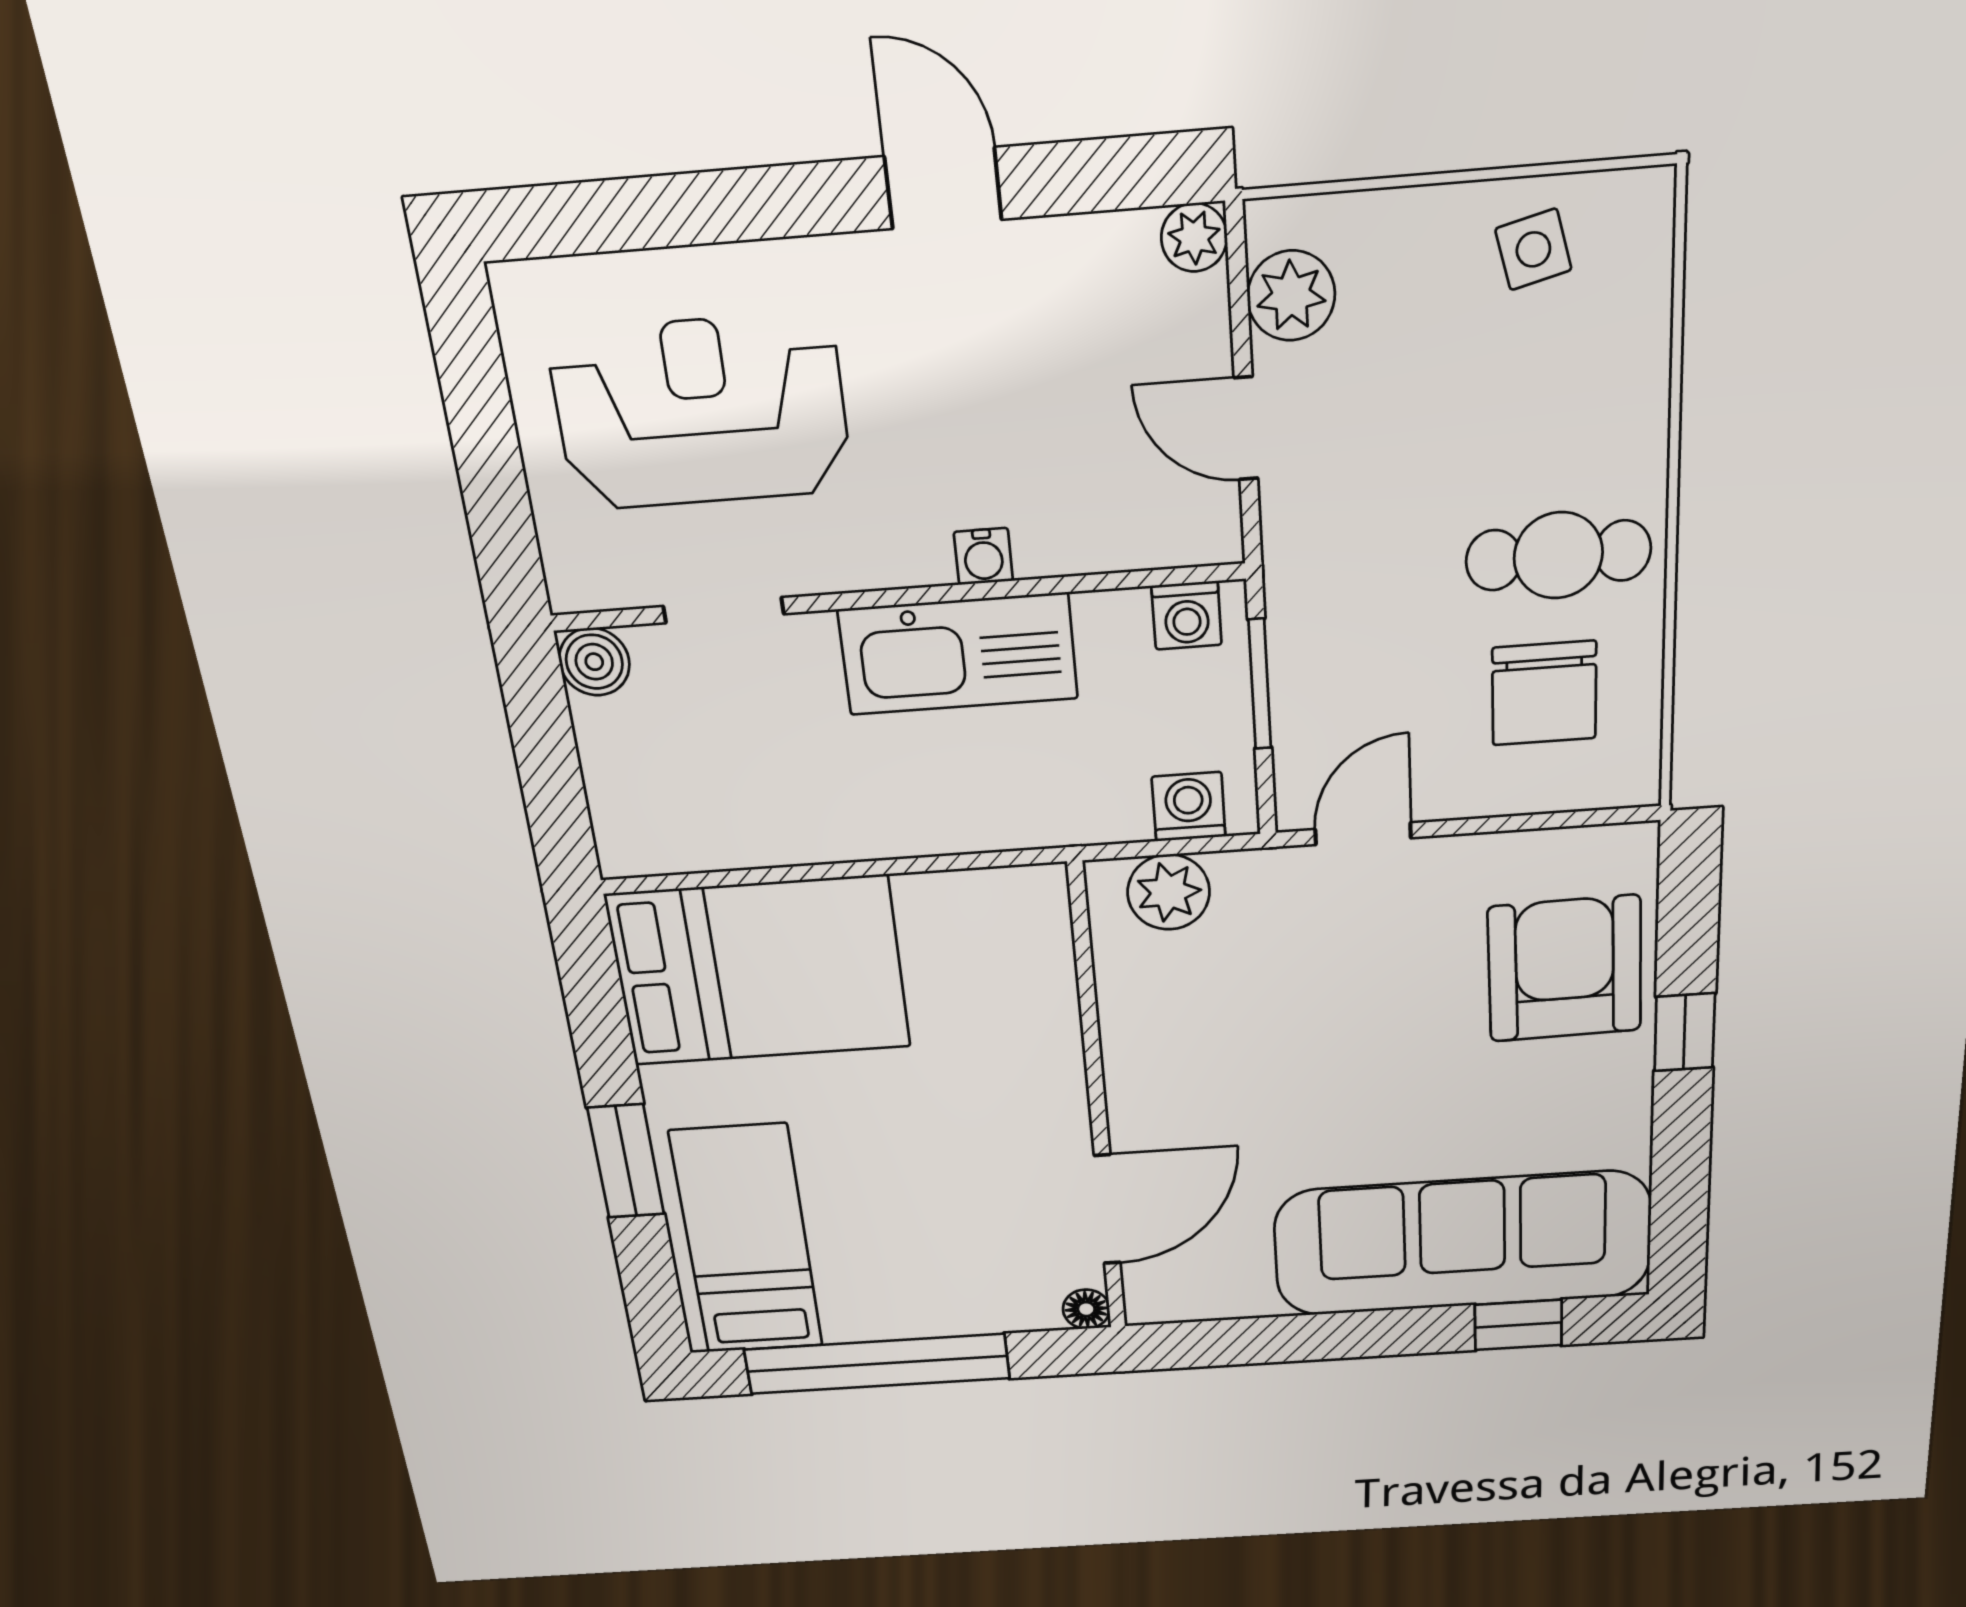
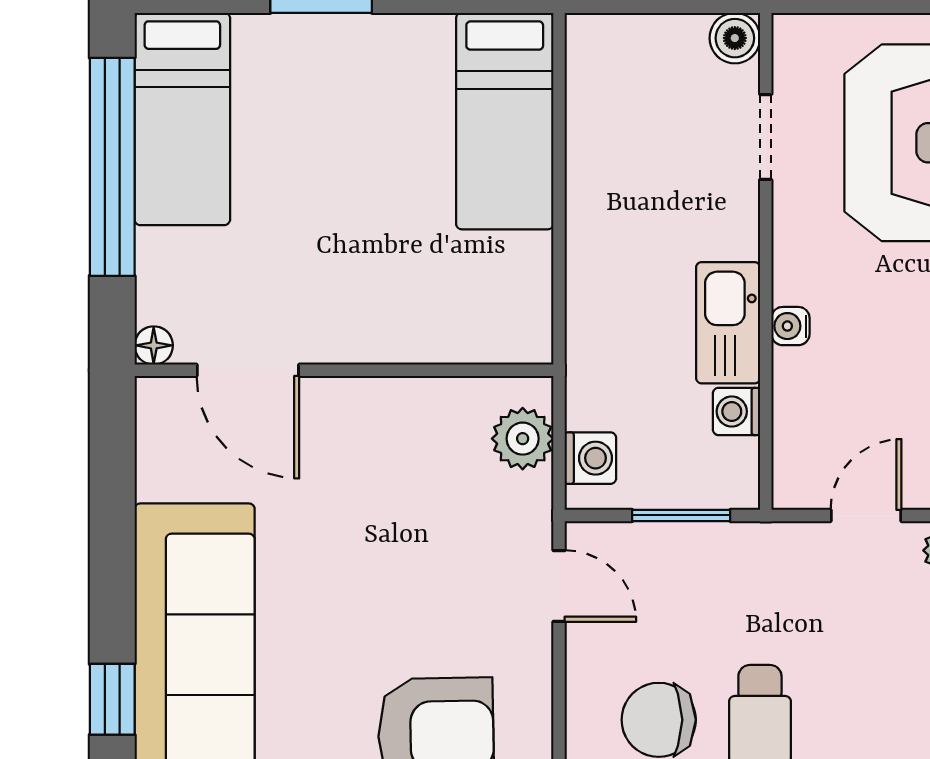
washing machine: (1187, 615) -> (736, 411), moved
kitchen sink: (958, 654) -> (728, 323), width x0.73, depth x0.81
bed: (759, 971) -> (505, 121), width x0.67
bed: (747, 1240) -> (182, 119), moved, turned 90

